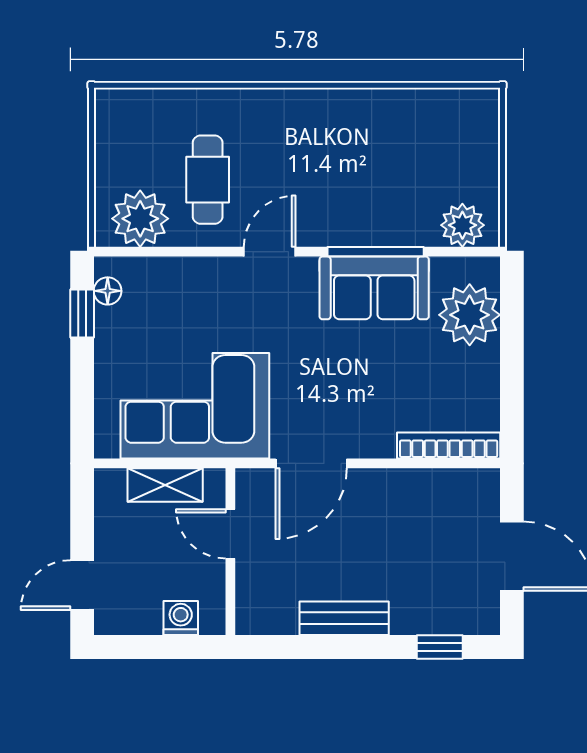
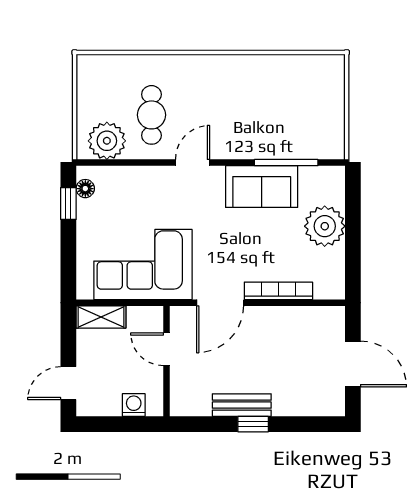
plant: (462, 225) -> (320, 145), removed
window: (376, 252) -> (286, 163), moved
plant: (470, 315) -> (325, 226), moved
bookcase: (449, 446) -> (278, 291), moved
shelving: (165, 485) -> (101, 317), moved
window: (440, 647) -> (253, 424), moved

